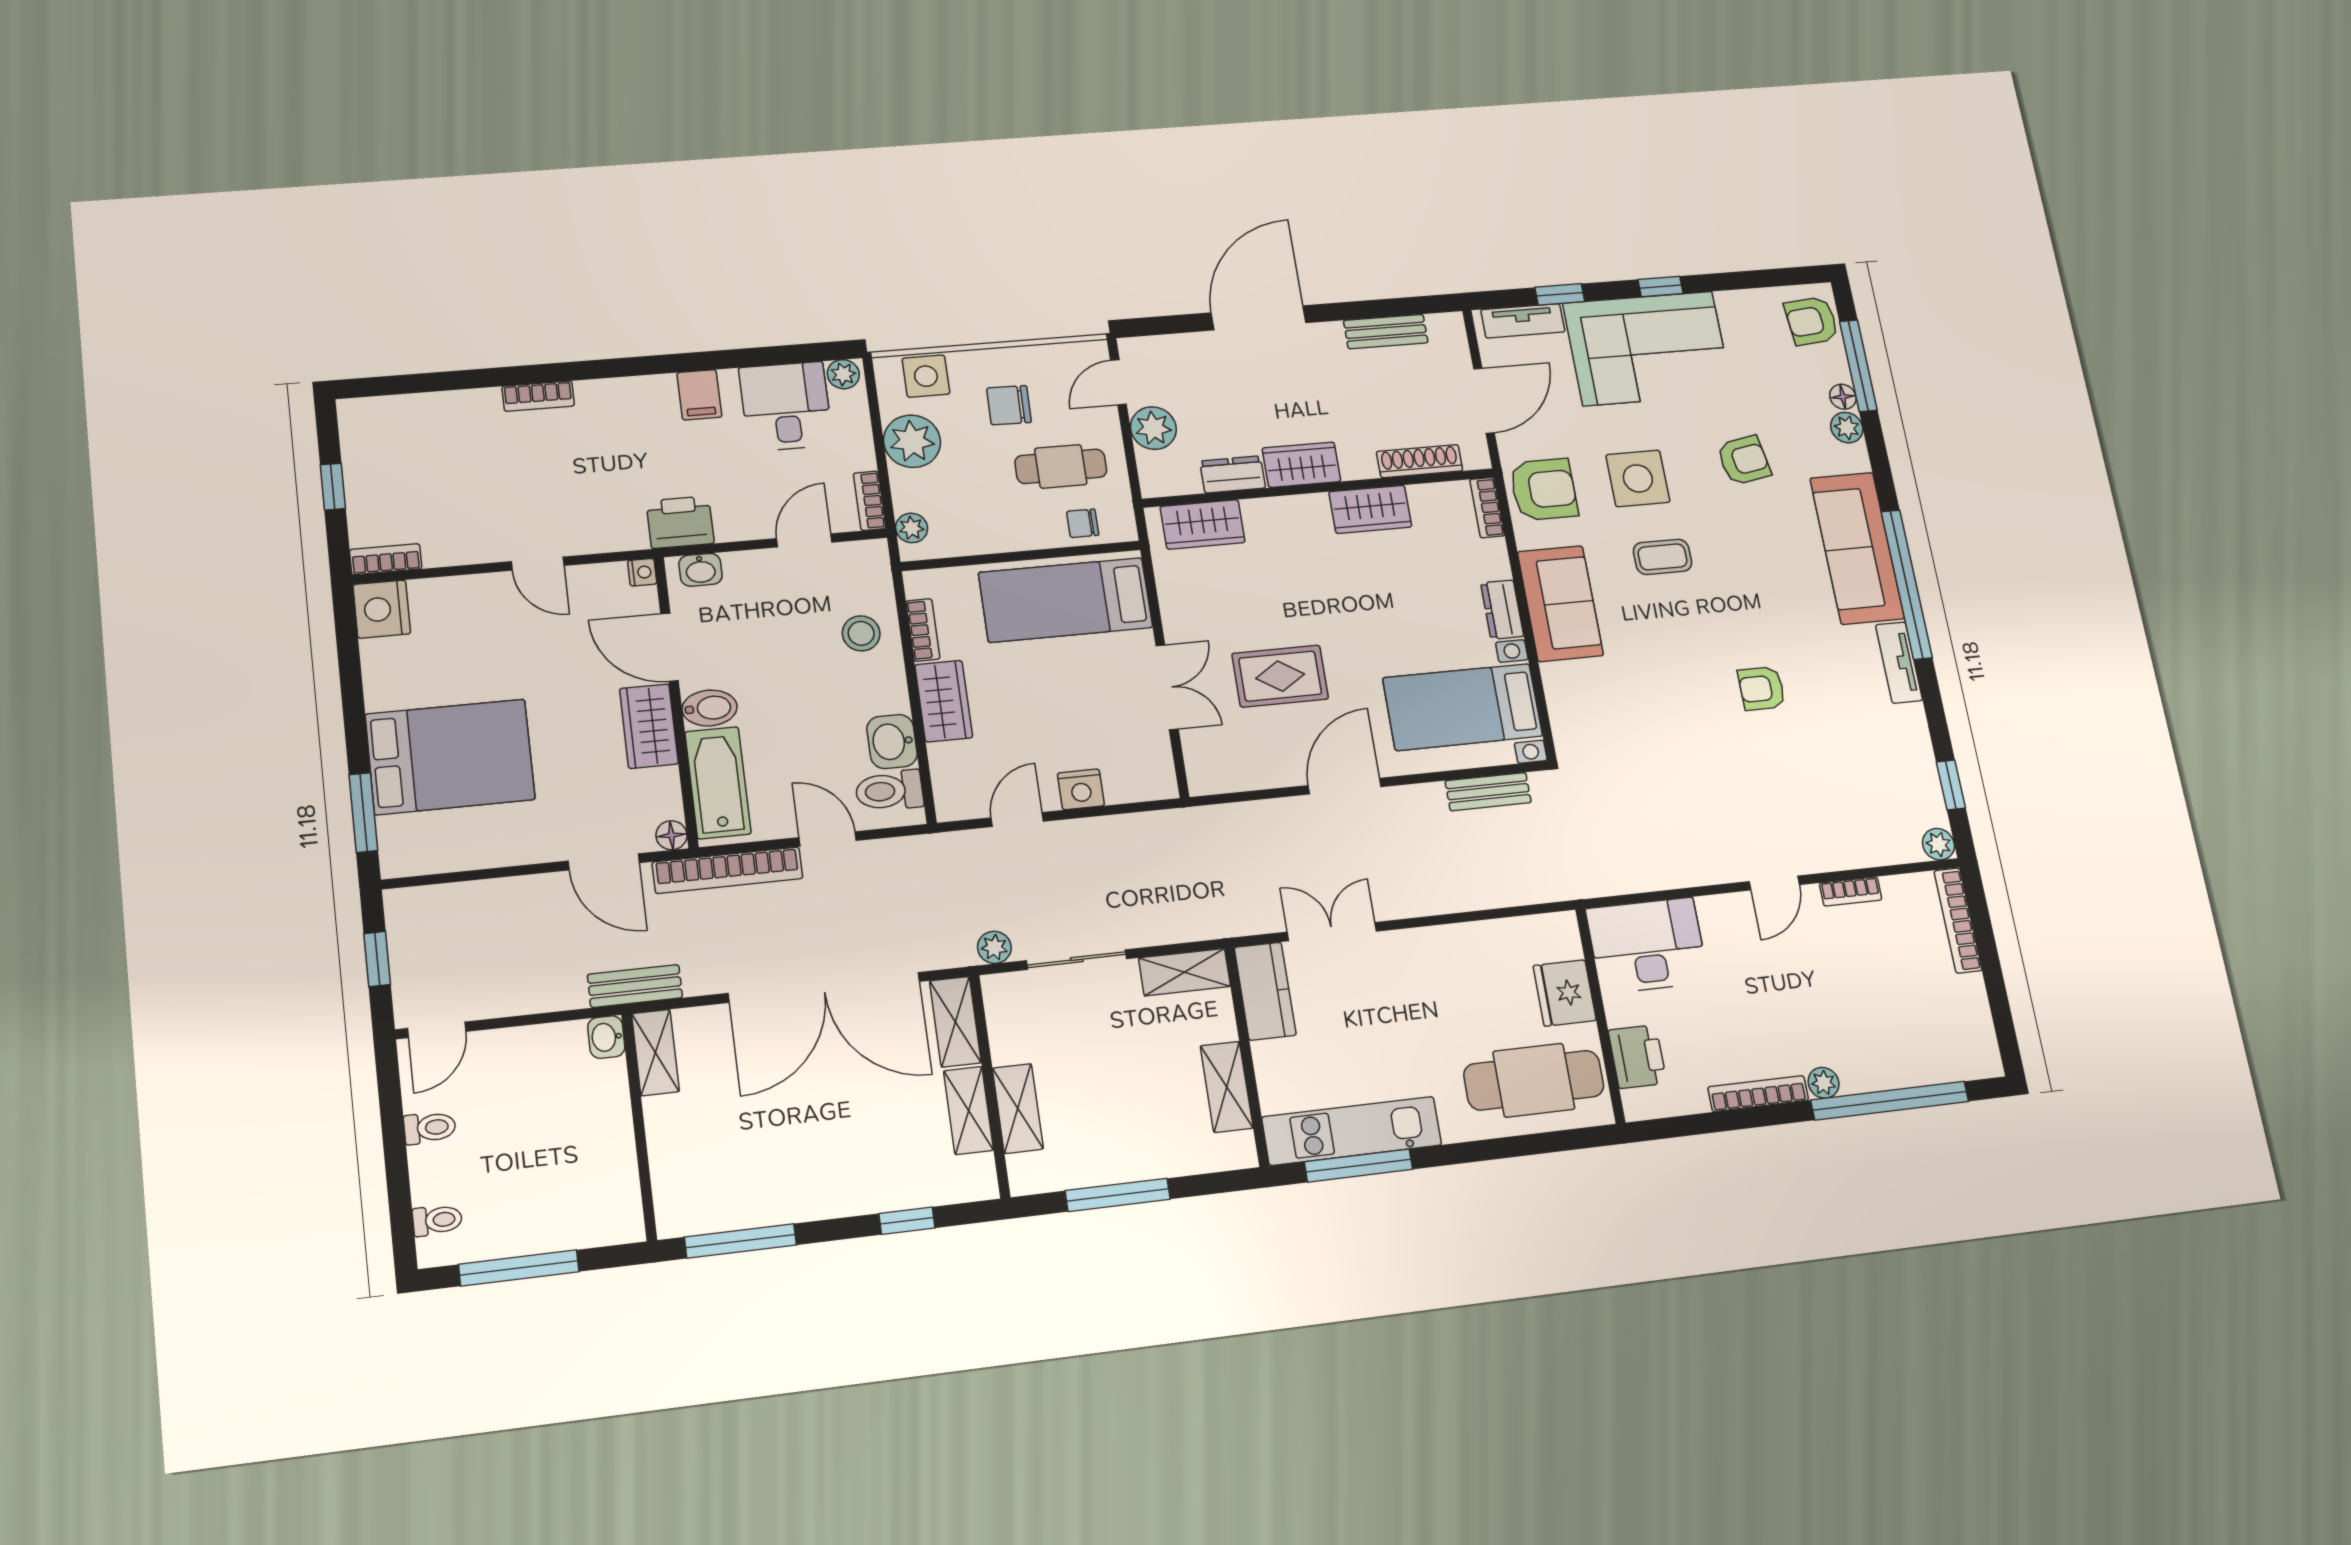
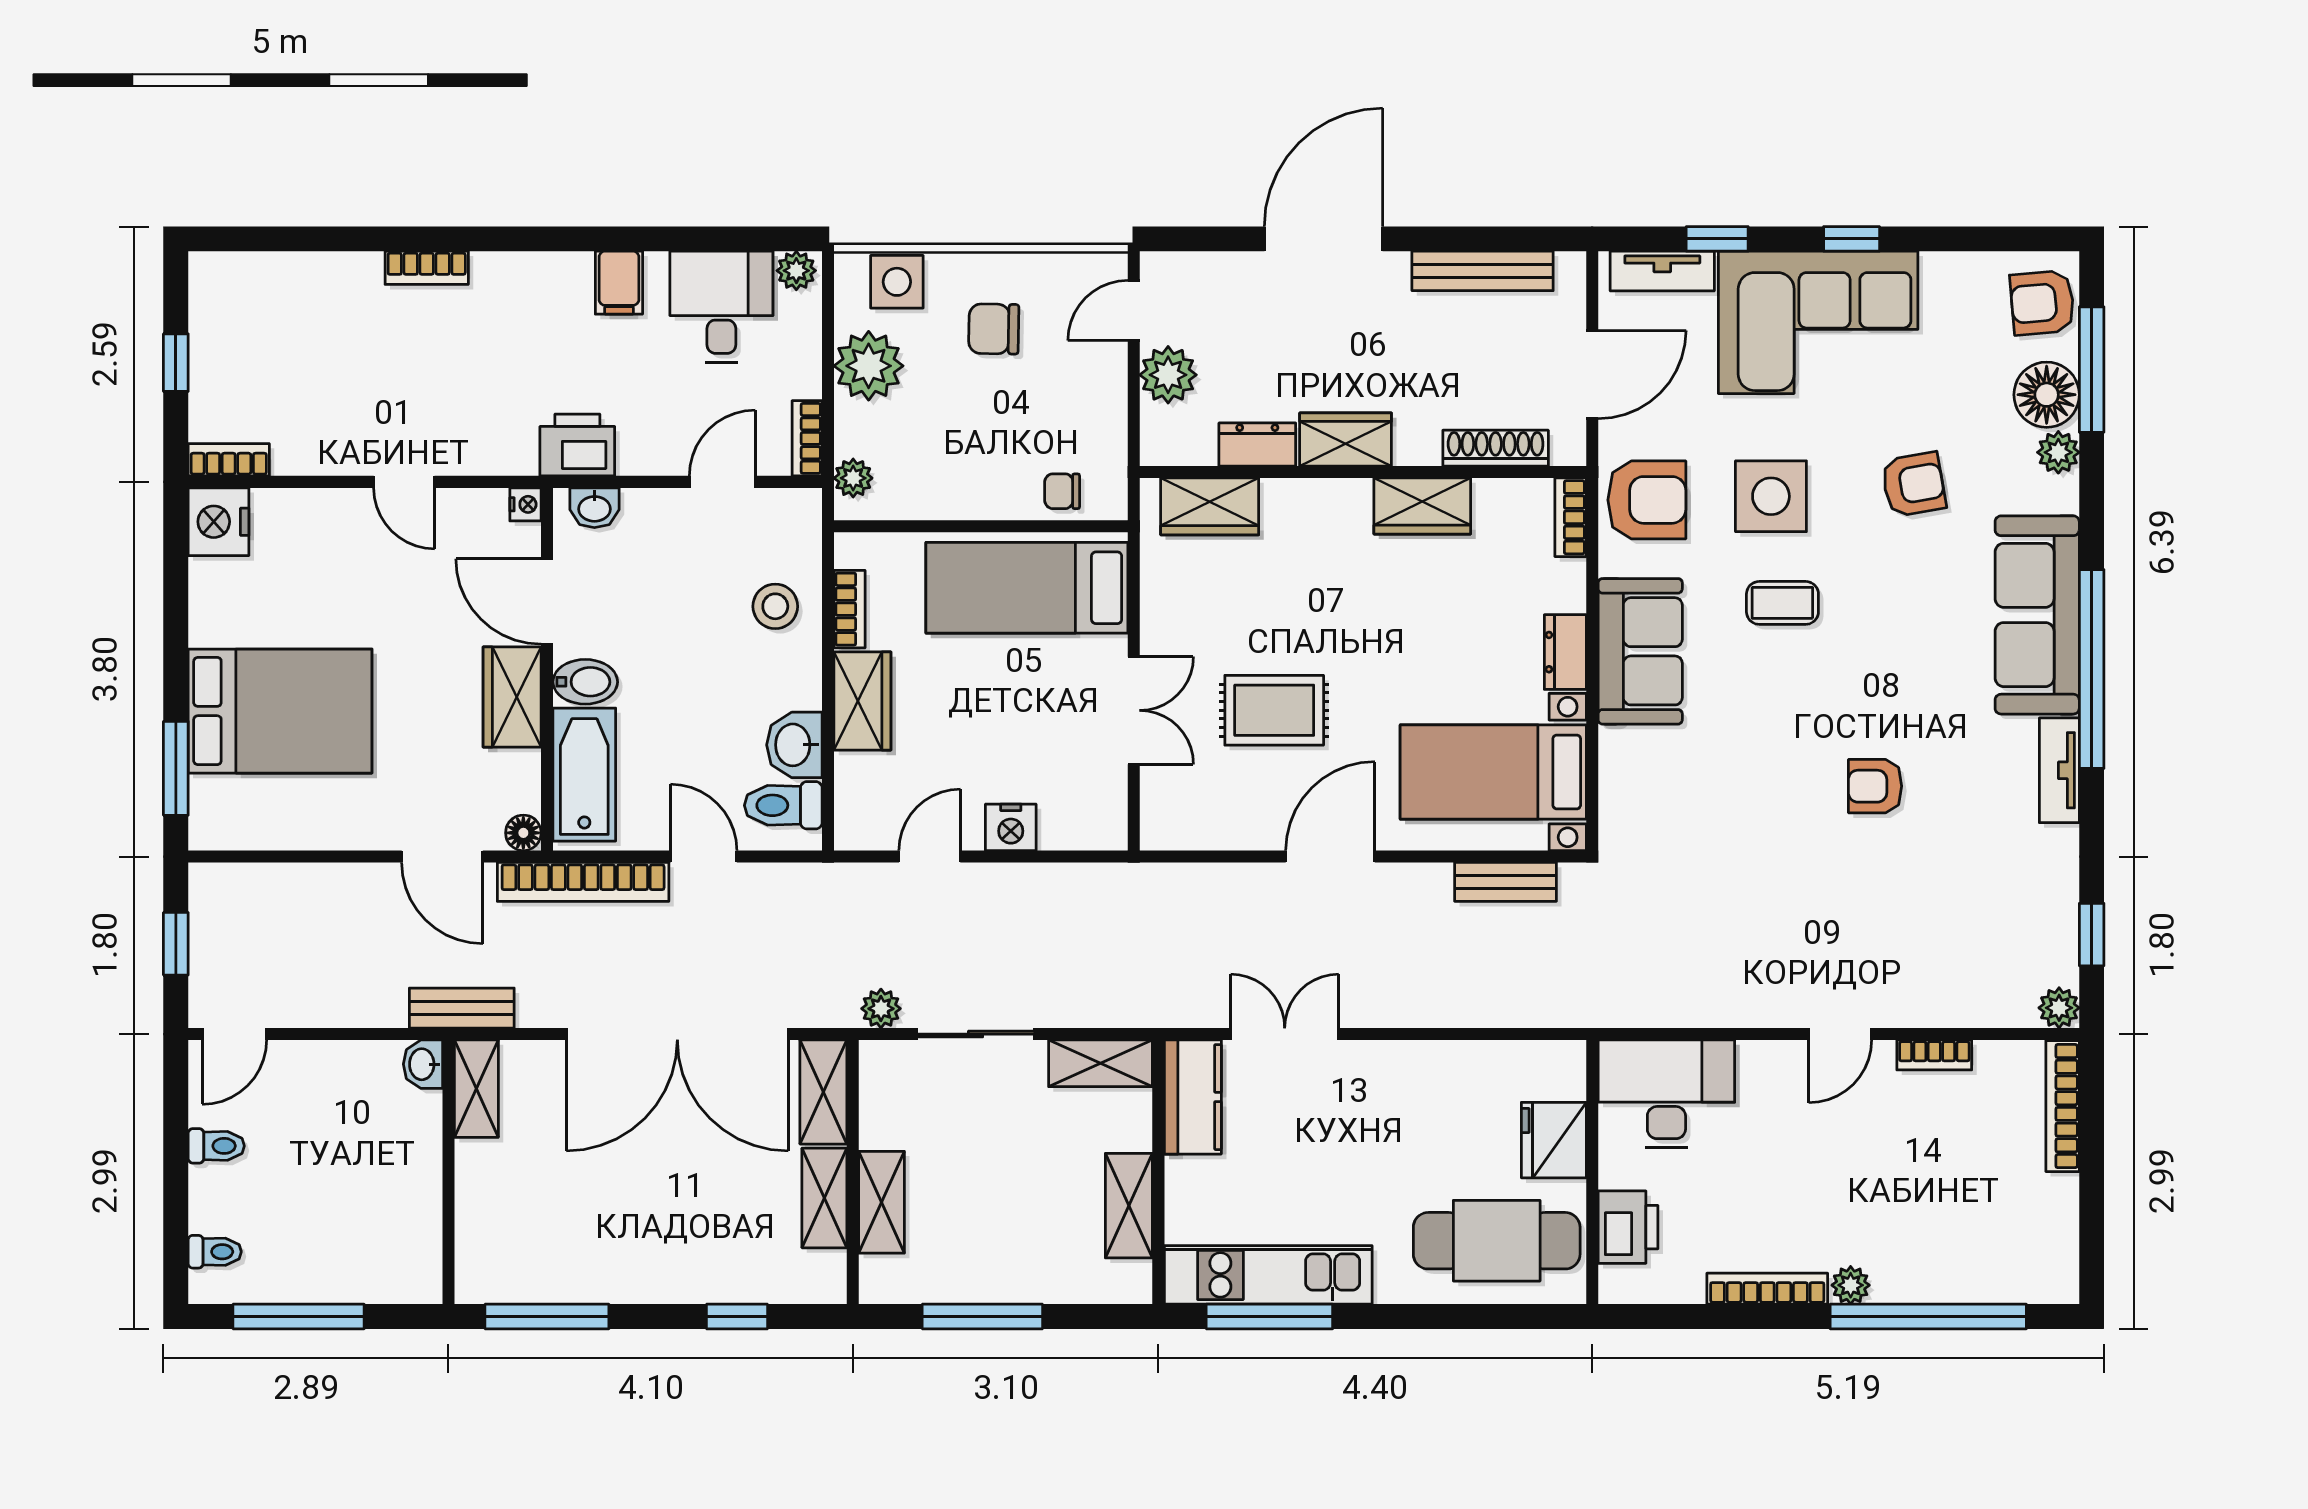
bench: (1386, 332) -> (1483, 271), width x1.36
floor lamp: (1843, 397) -> (2047, 395), width x1.89, depth x1.89
cafe table: (1061, 466) -> (1046, 415), removed

